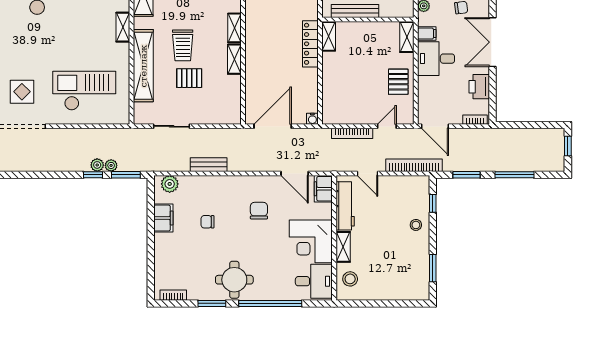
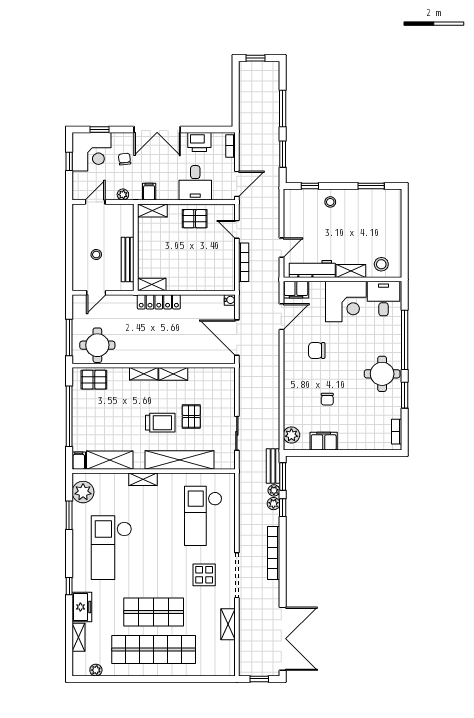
desk: (436, 59) -> (195, 183), moved
bench: (209, 165) -> (273, 466), moved
bookcase: (414, 165) -> (274, 553), moved

